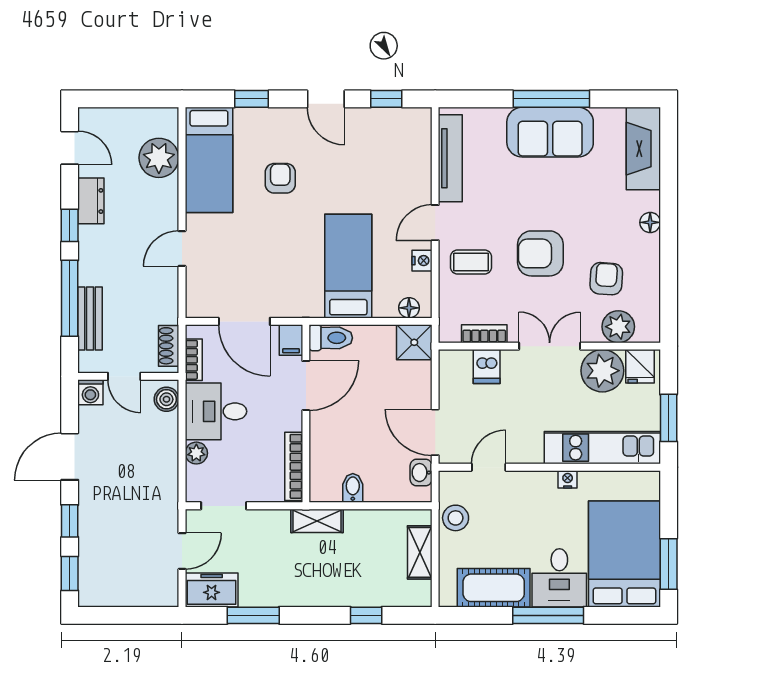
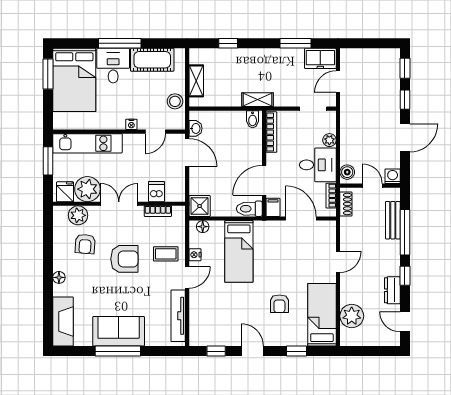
double door: (550, 346) -> (119, 204), swing flipped
nightstand: (568, 479) -> (131, 124), moved
bidet: (353, 488) -> (253, 119), moved

